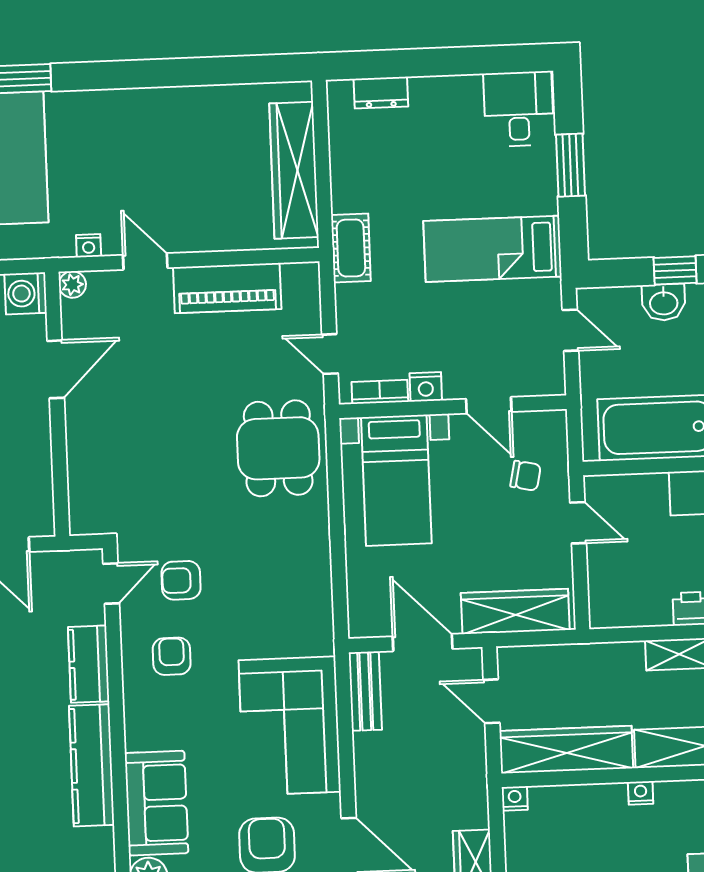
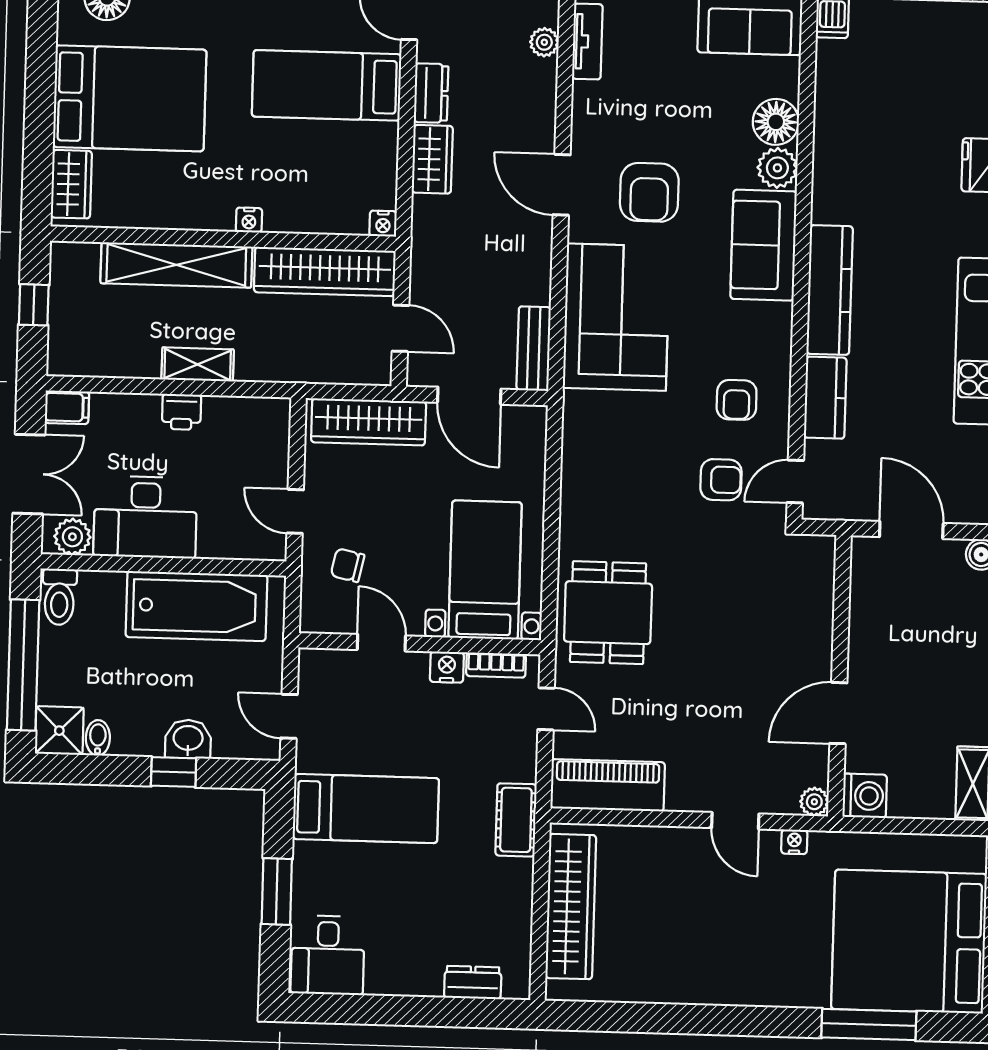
piano: (227, 288) -> (608, 785), moved

